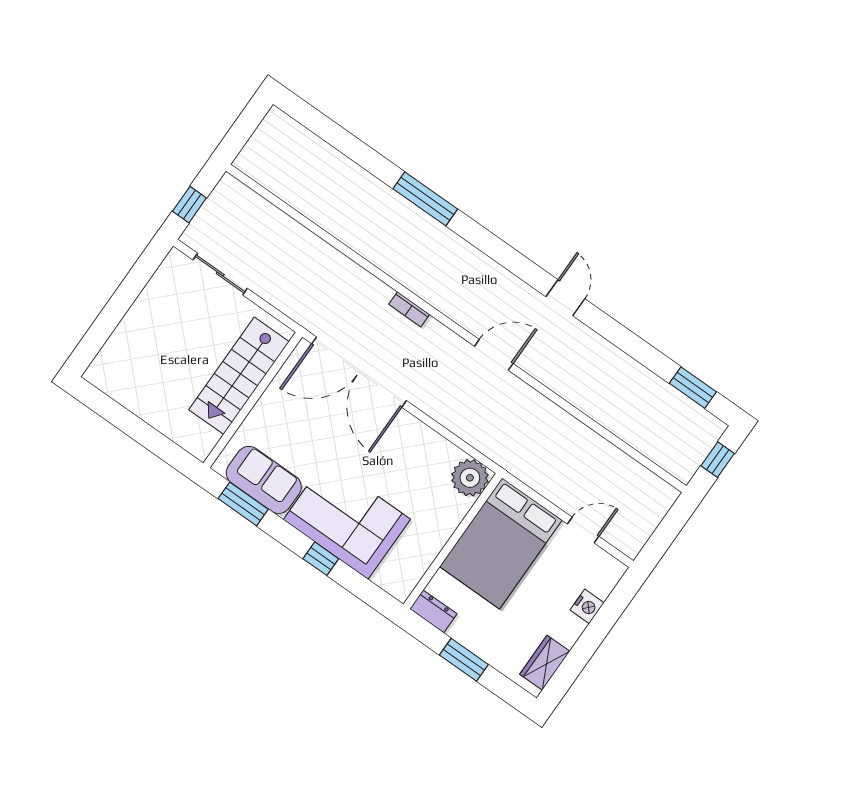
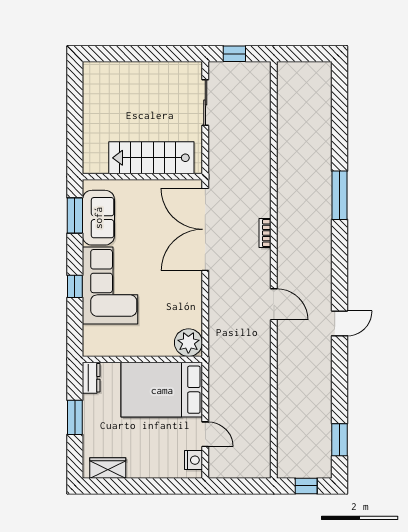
nightstand: (587, 606) -> (194, 460), moved, turned -90

